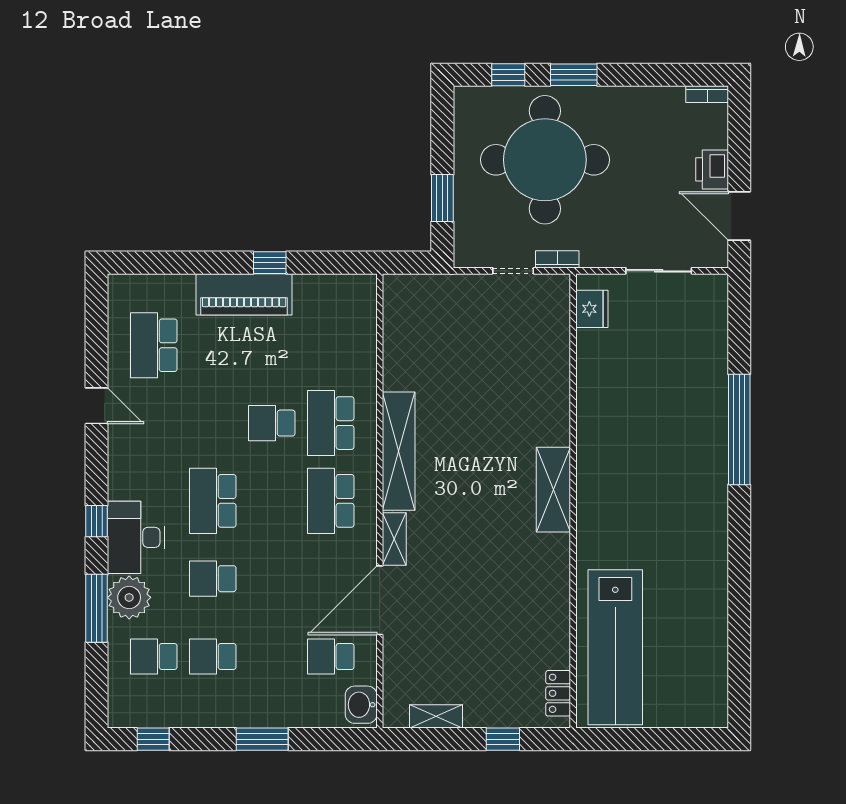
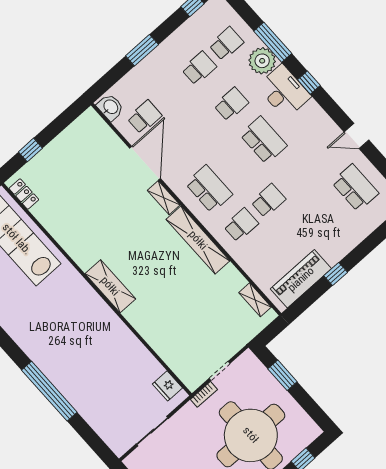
piano: (244, 294) -> (301, 279), moved
school desk: (331, 423) -> (241, 225), width x0.54
shelving: (436, 716) -> (255, 300), moved, turned 90

